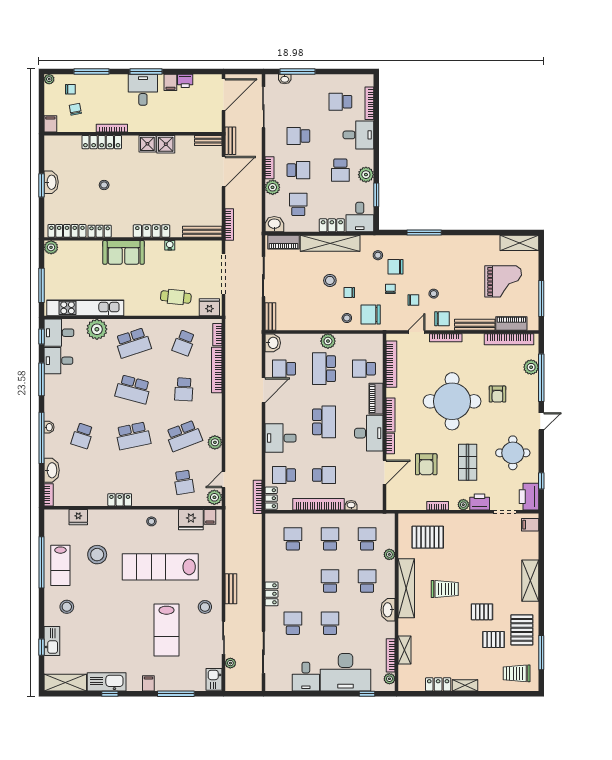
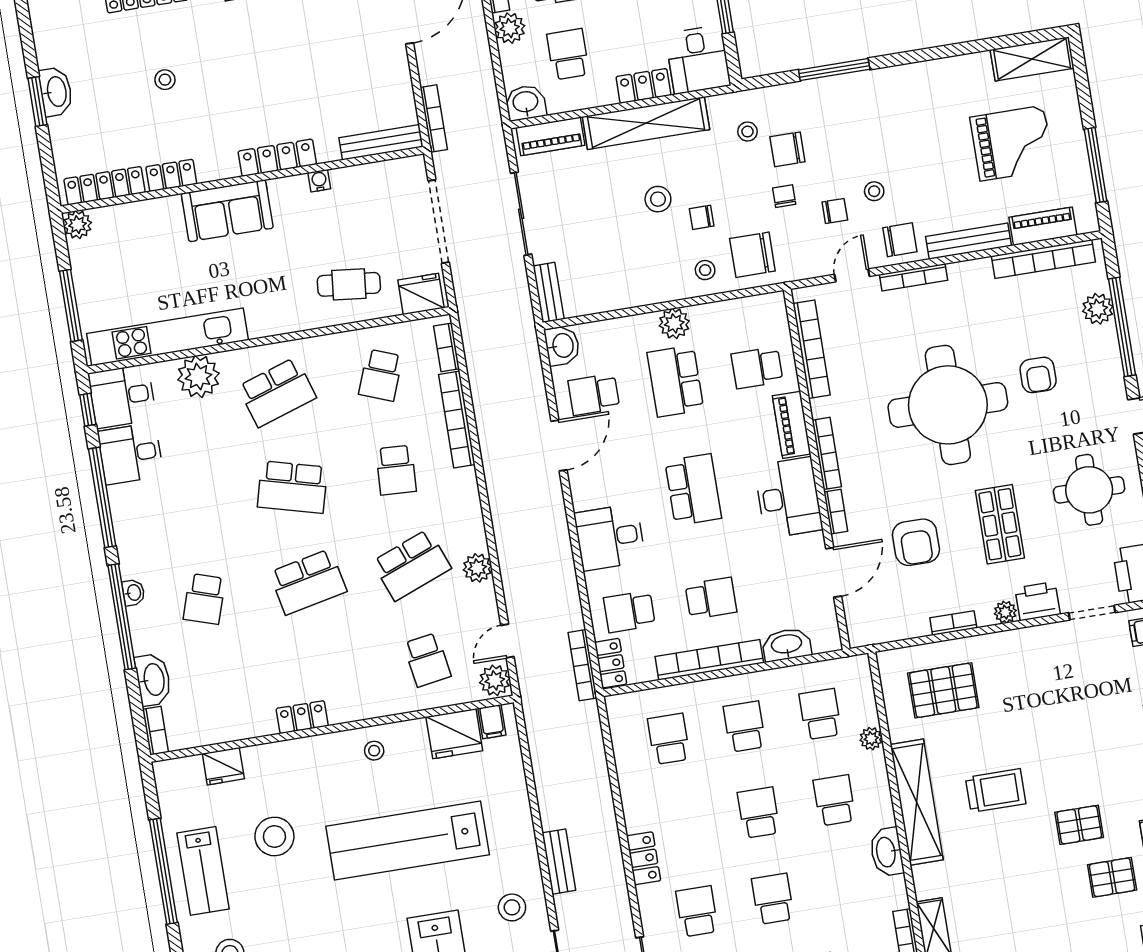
window: (41, 379) -> (102, 497), width x1.46
washbasin: (351, 505) -> (787, 645), width x1.91, depth x1.45

